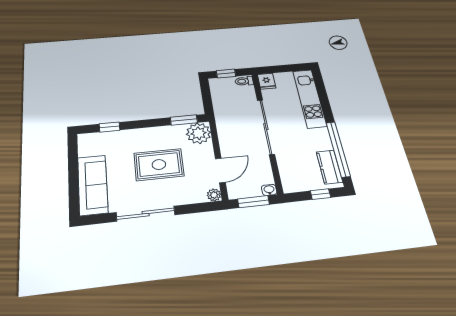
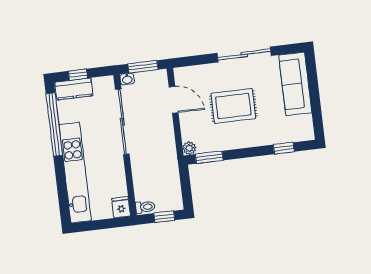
kitchen unit: (310, 98) -> (75, 173), width x1.36
sliding door: (266, 127) -> (122, 122), moved
plant: (199, 133) -> (189, 148), width x0.53, depth x0.53
kitchen counter: (329, 167) -> (74, 89), moved, turned 90
door: (220, 170) -> (174, 100), swing flipped
plant: (214, 195) -> (180, 74), removed

